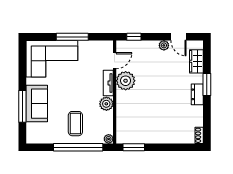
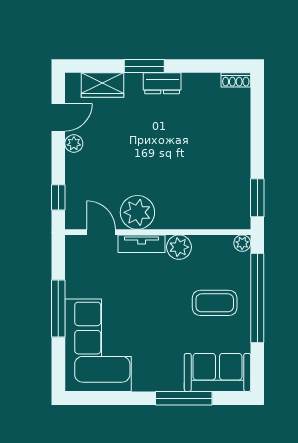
sofa: (37, 104) -> (217, 372), moved

